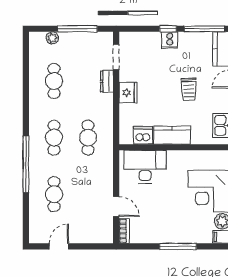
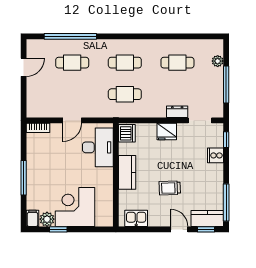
window: (168, 29) -> (226, 140), moved
cooker: (170, 40) -> (215, 155), moved
dishwasher: (143, 135) -> (127, 133), moved
window: (26, 164) -> (70, 36), moved
door: (116, 206) -> (72, 120), moved
door: (59, 246) -> (24, 67), hinge flipped

